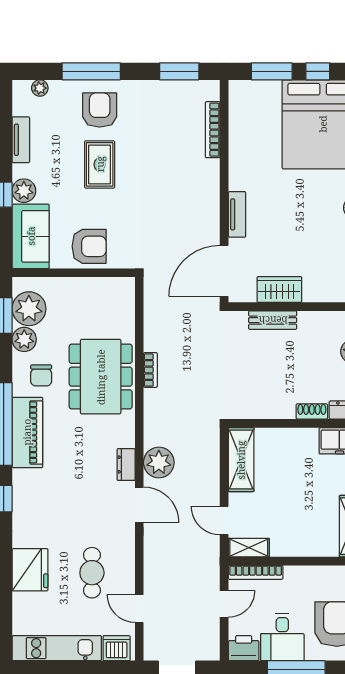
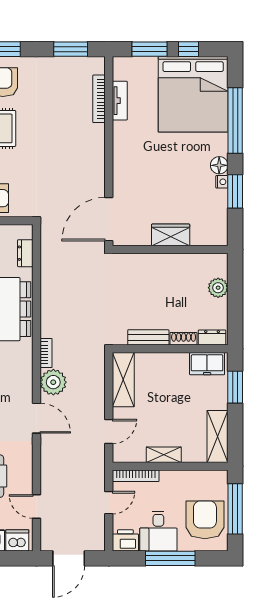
tv unit: (237, 214) -> (120, 101), moved
wardrobe: (279, 289) -> (171, 235), moved
bench: (273, 320) -> (148, 337), moved
bookcase: (150, 370) -> (46, 353), moved
dresser: (126, 465) -> (25, 253), moved
door: (224, 520) -> (109, 432), swing flipped
shelving: (249, 548) -> (164, 455), moved

